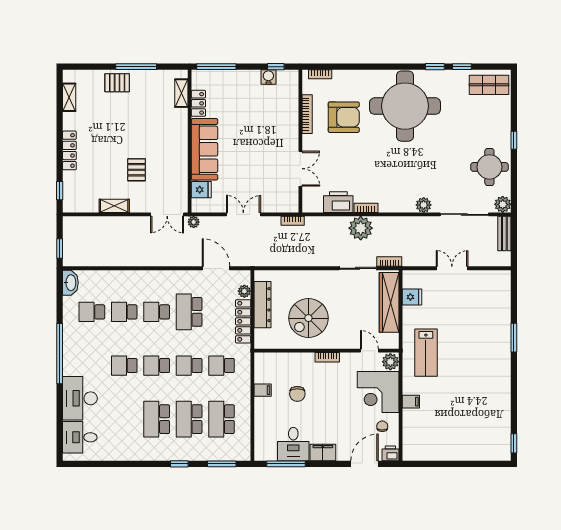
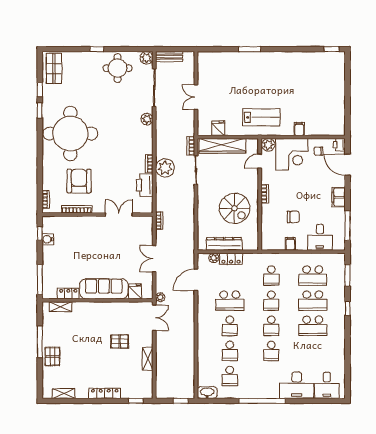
locker: (243, 321) -> (231, 259), width x0.66
desk: (293, 444) -> (320, 237), moved, turned 90

